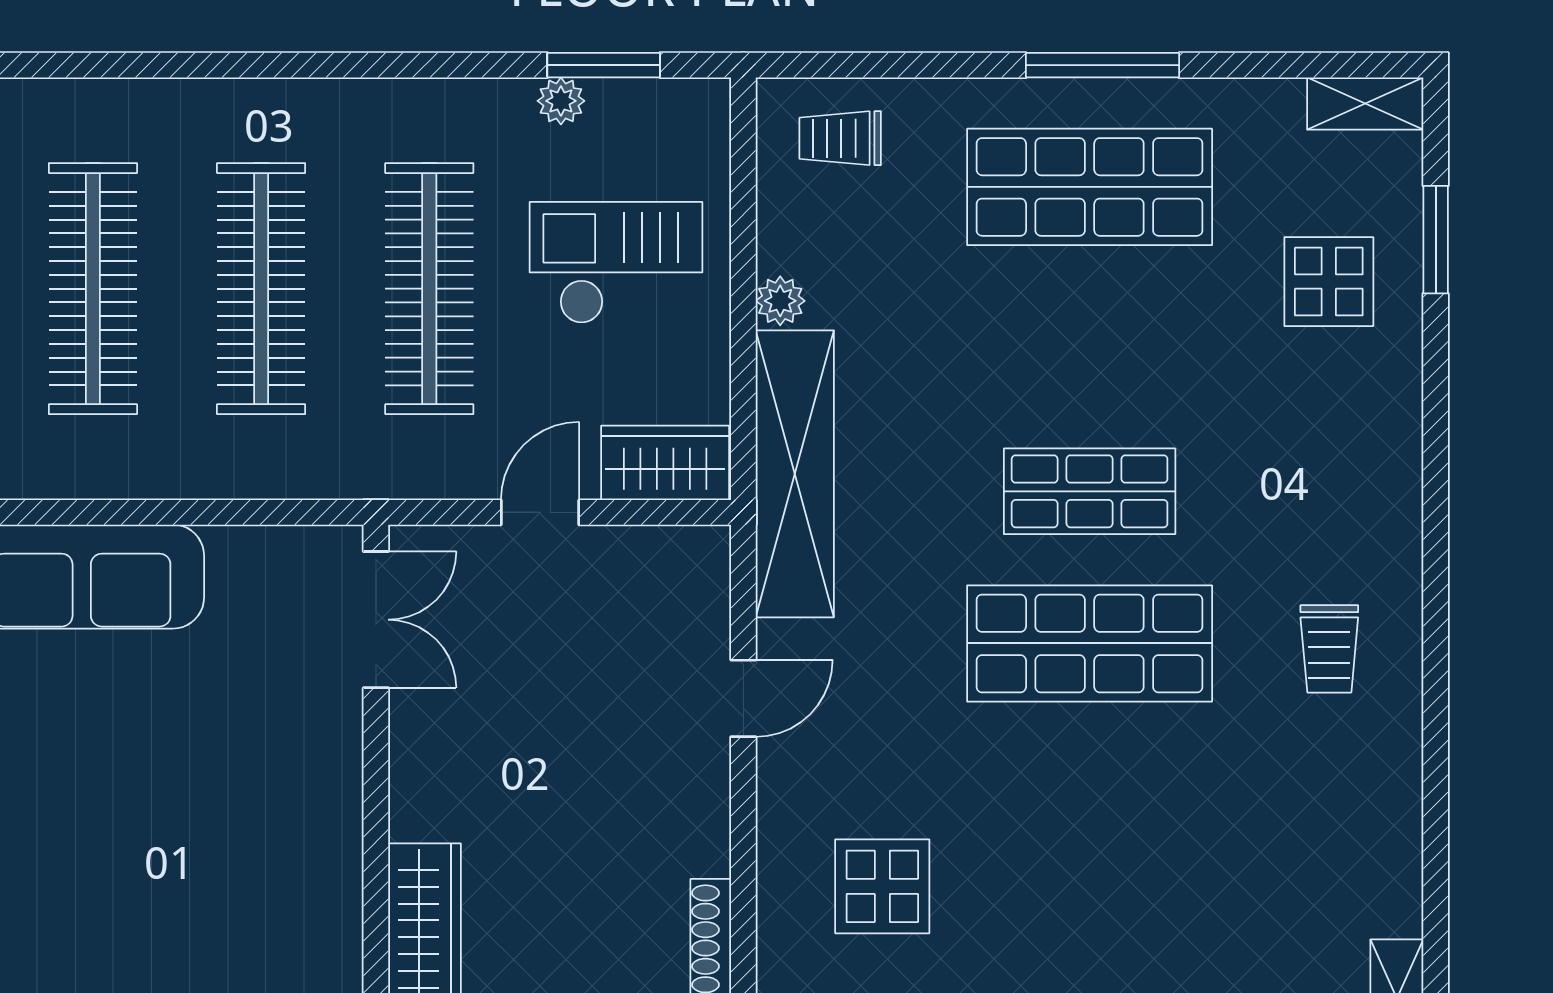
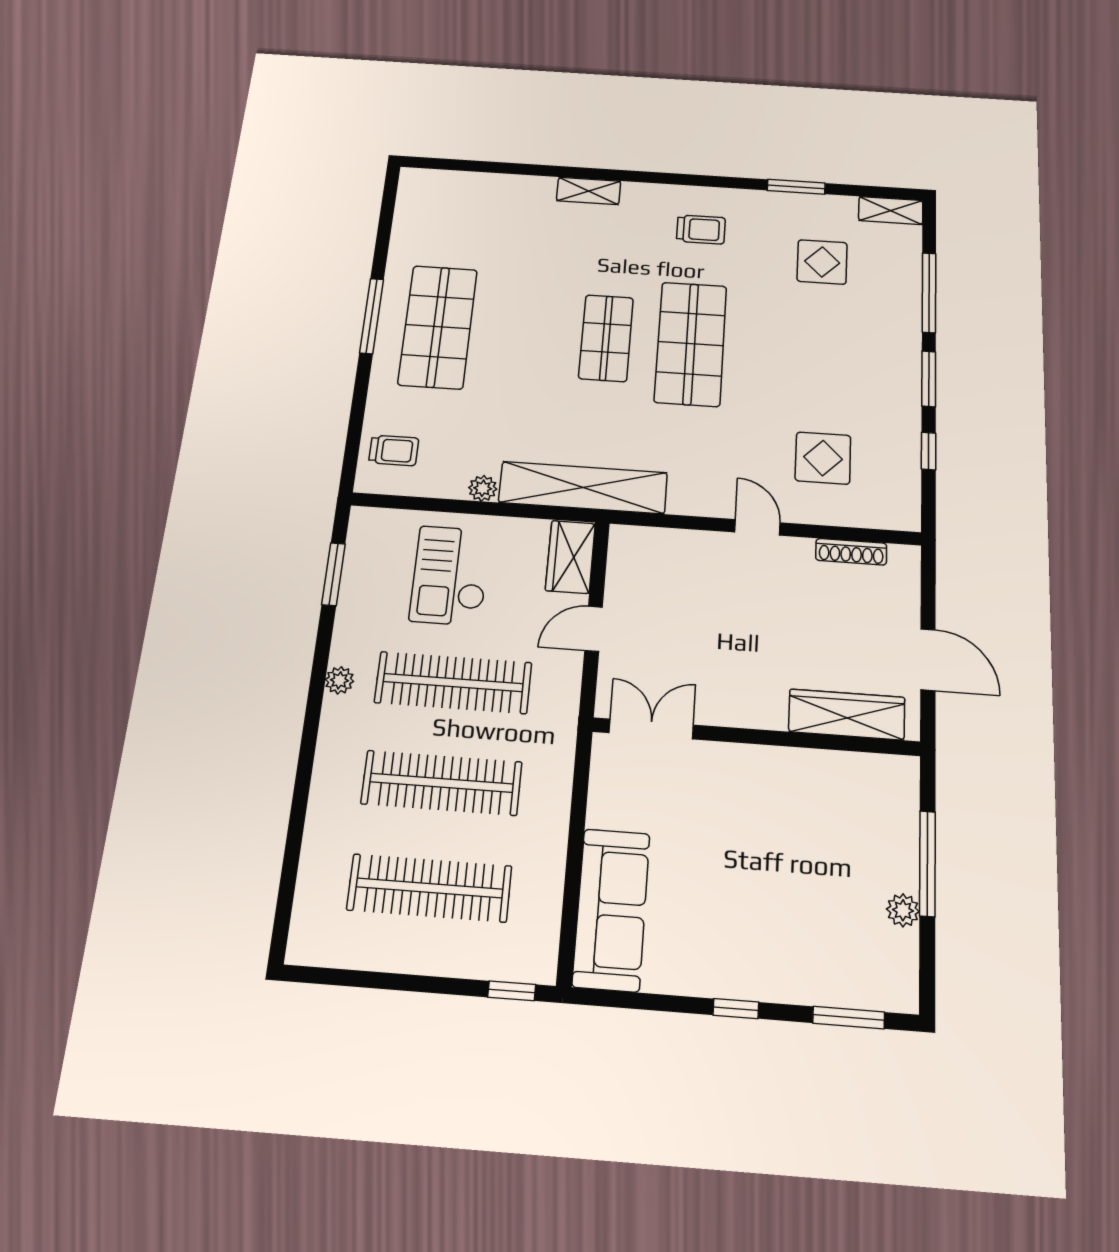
plant: (561, 101) -> (339, 680), moved
shelving: (1365, 103) -> (589, 191), moved, turned 90
trolley: (840, 138) -> (394, 450), turned -90
window: (1436, 240) -> (796, 187), moved
display table: (1329, 282) -> (822, 262), moved
door: (540, 512) -> (594, 629), hinge flipped
door: (743, 698) -> (757, 527), moved

